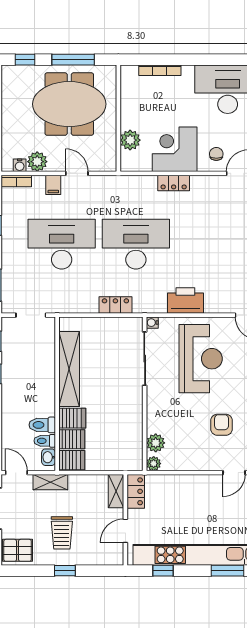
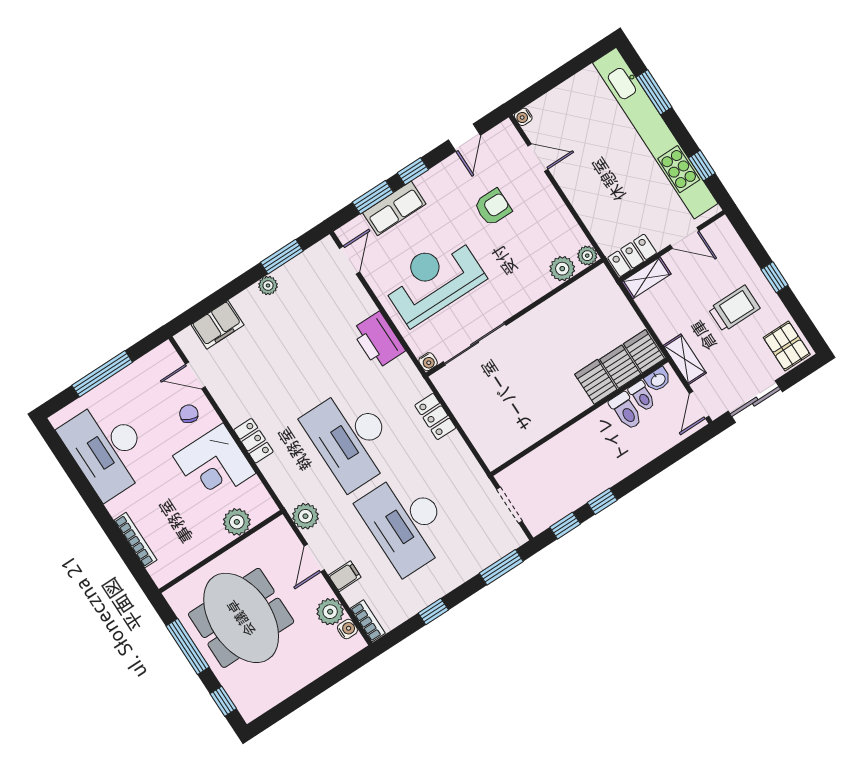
chair: (216, 154) -> (189, 414), turned 114
plant: (106, 185) -> (305, 516), added
shelving: (69, 369) -> (542, 422), removed
armchair: (222, 425) -> (493, 207), turned 180

